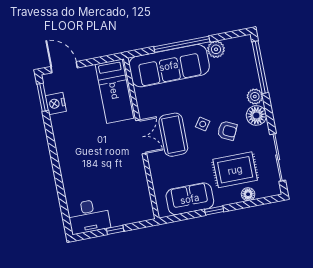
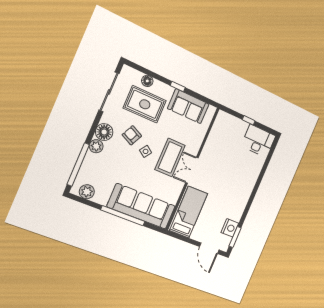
plant: (216, 49) -> (87, 192), moved

